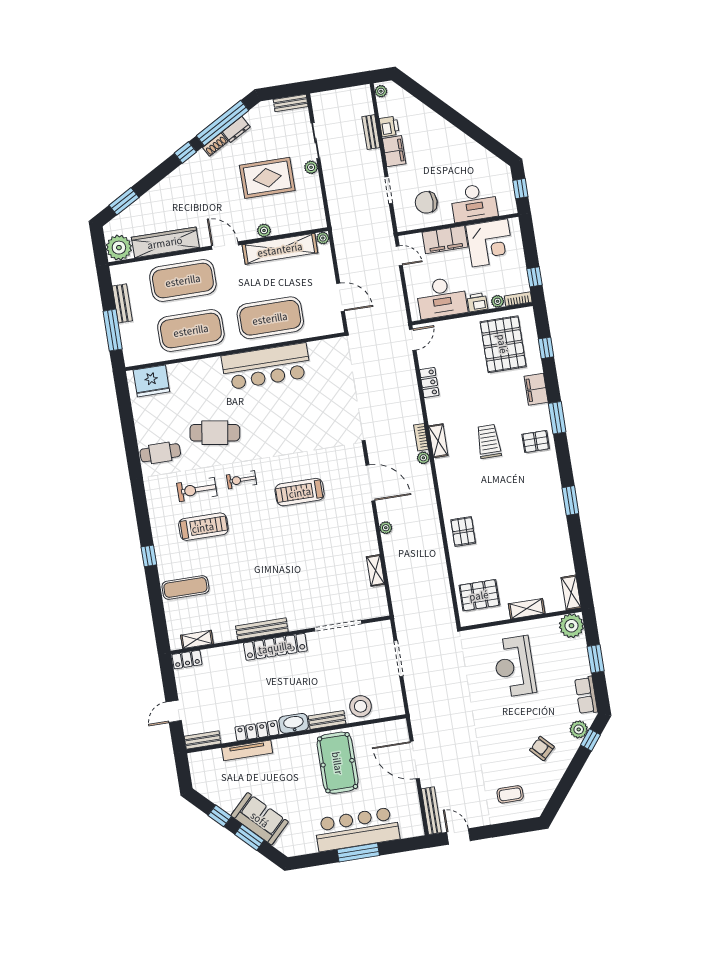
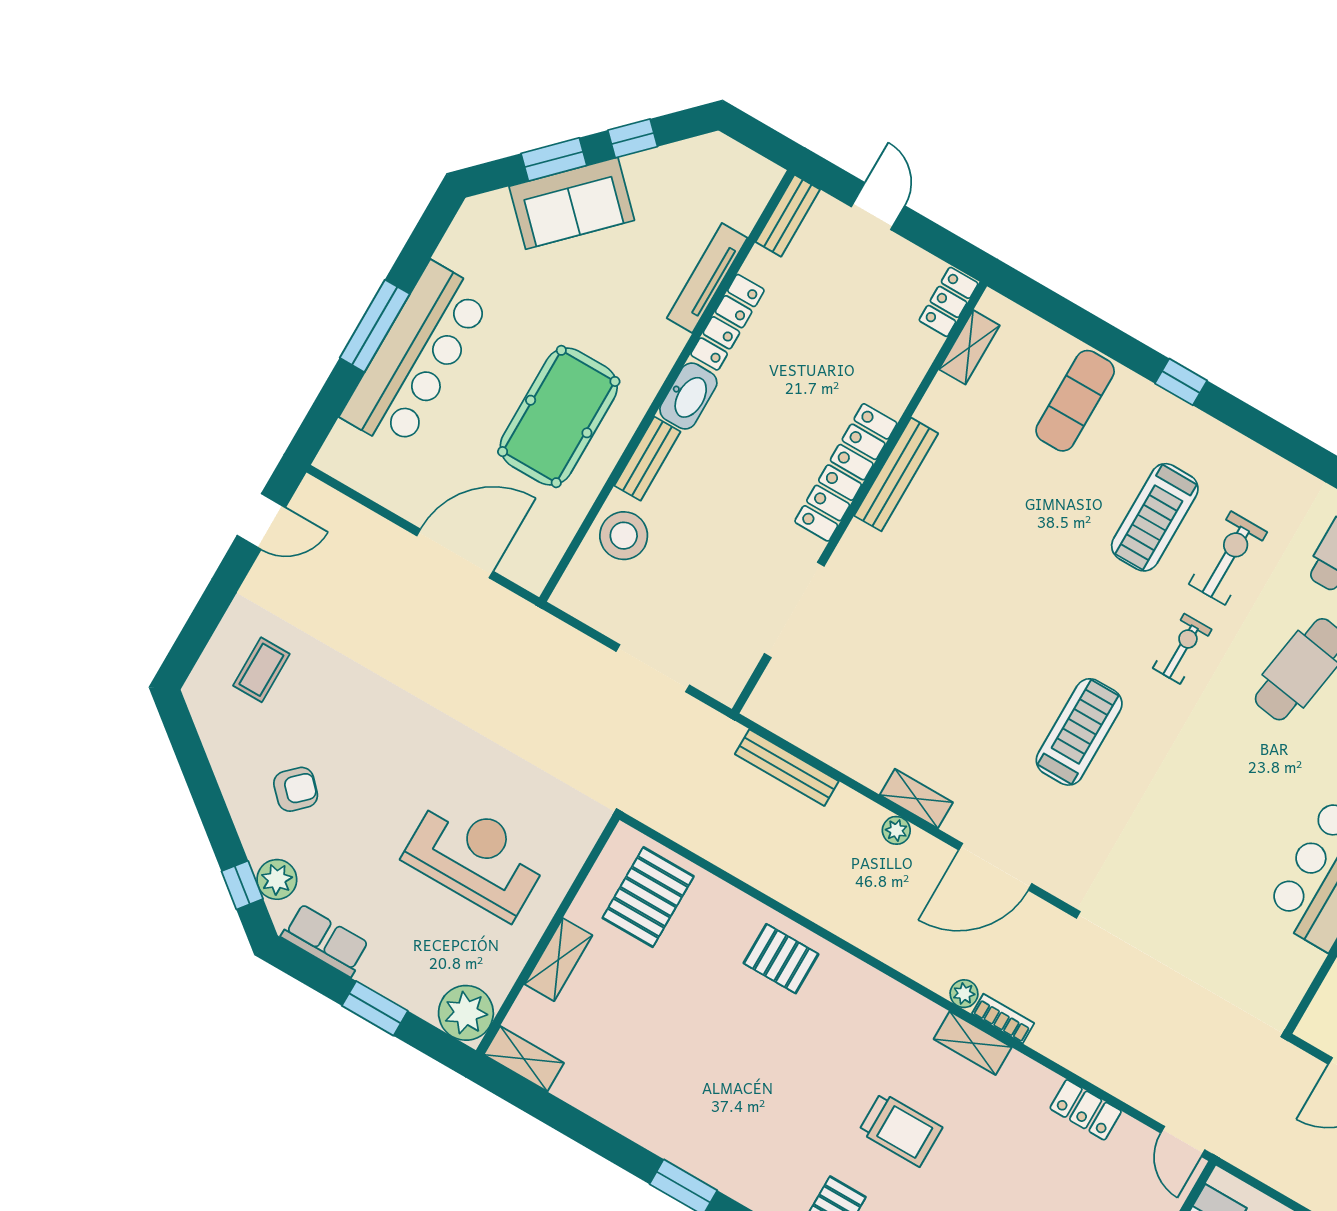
shelving: (375, 570) -> (916, 799), moved
pool table: (338, 763) -> (559, 417), turned 90
bench: (431, 811) -> (787, 768), moved

